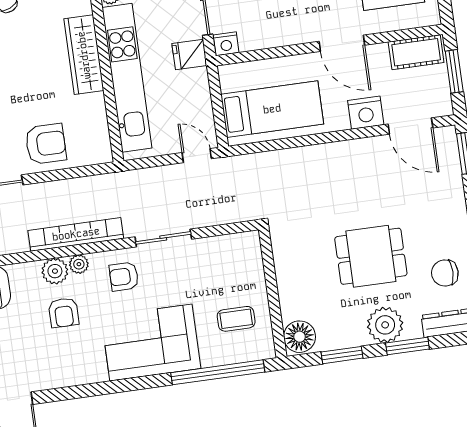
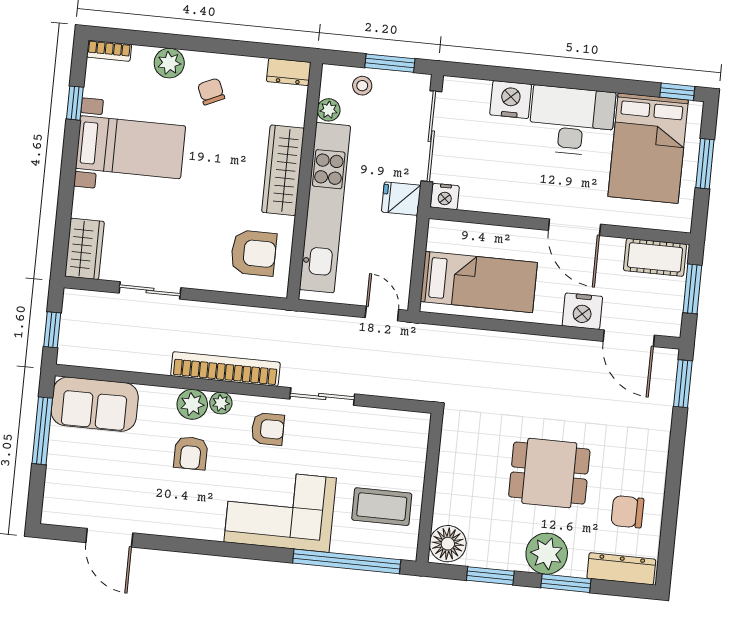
armchair: (46, 144) -> (254, 253), moved
armchair: (124, 276) -> (268, 429), turned 180
coffee table: (236, 319) -> (382, 507), width x1.36, depth x1.30

